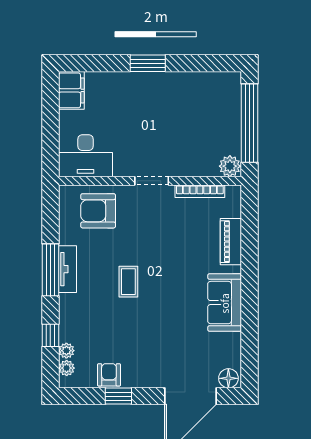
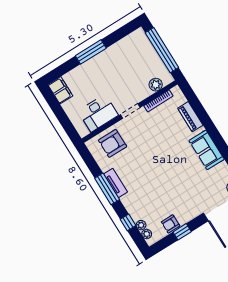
window: (148, 63) -> (91, 52), width x1.44
desk: (85, 156) -> (98, 113), moved
plant: (230, 166) -> (156, 85), moved
coffee table: (128, 282) -> (151, 170), removed
armchair: (109, 375) -> (171, 224), turned -90

